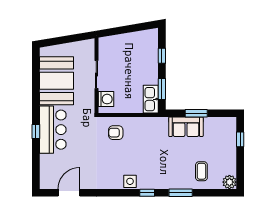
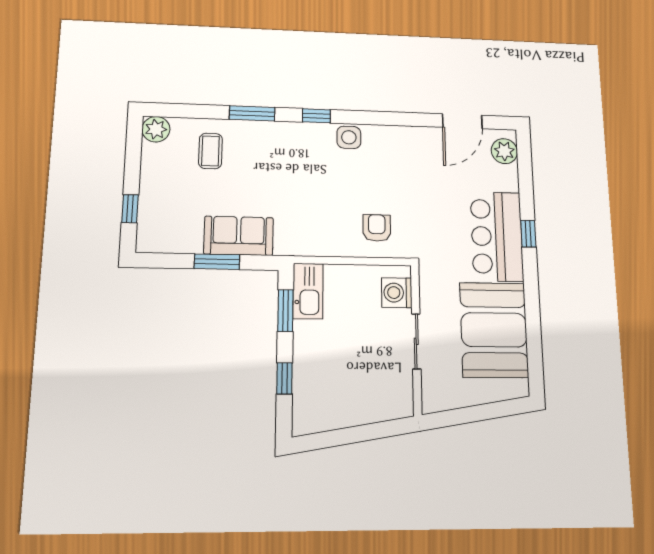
armchair: (116, 133) -> (377, 228), turned -90
plant: (47, 177) -> (504, 151), added

